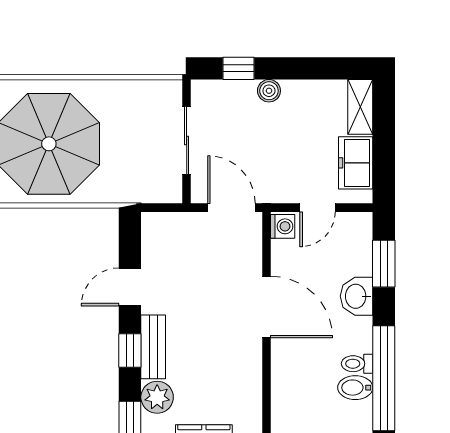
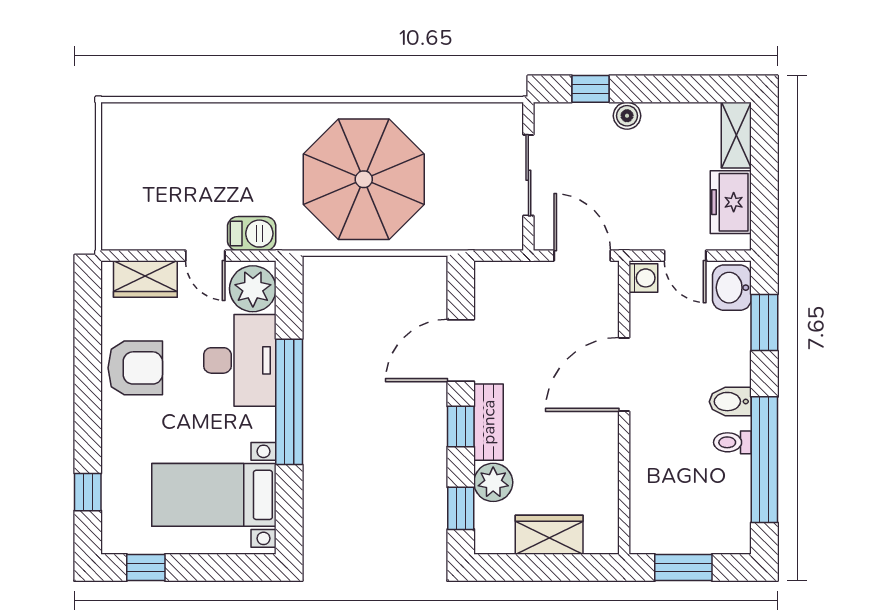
door: (318, 208) -> (685, 256), hinge flipped
door: (130, 287) -> (461, 350), width x1.38
washbasin: (357, 296) -> (732, 288), moved
door: (267, 307) -> (624, 374), swing flipped
bidet: (355, 388) -> (730, 402), moved

